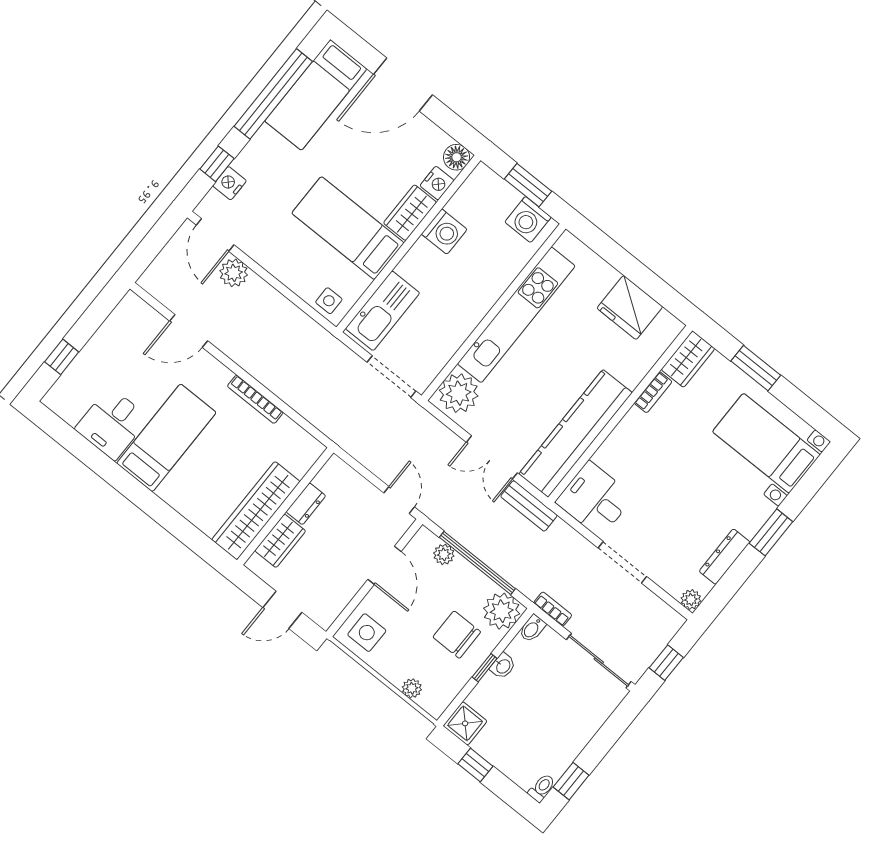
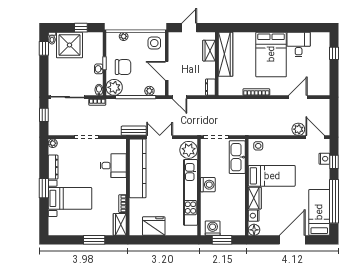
washing machine: (444, 232) -> (208, 185), moved, turned 180
bed: (166, 438) -> (271, 54), width x1.50
bed with nightstands: (766, 443) -> (70, 198), moved
desk: (595, 499) -> (113, 166), moved
dresser: (306, 504) -> (210, 87), moved
shower: (465, 723) -> (70, 45), moved, width x1.86, depth x1.86

